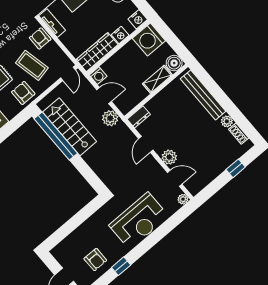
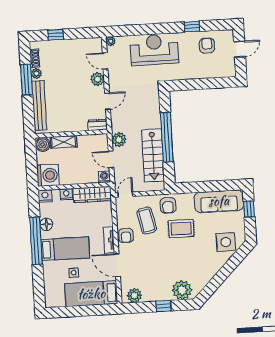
window: (231, 109) -> (26, 80), added
window: (56, 136) -> (167, 137), moved

